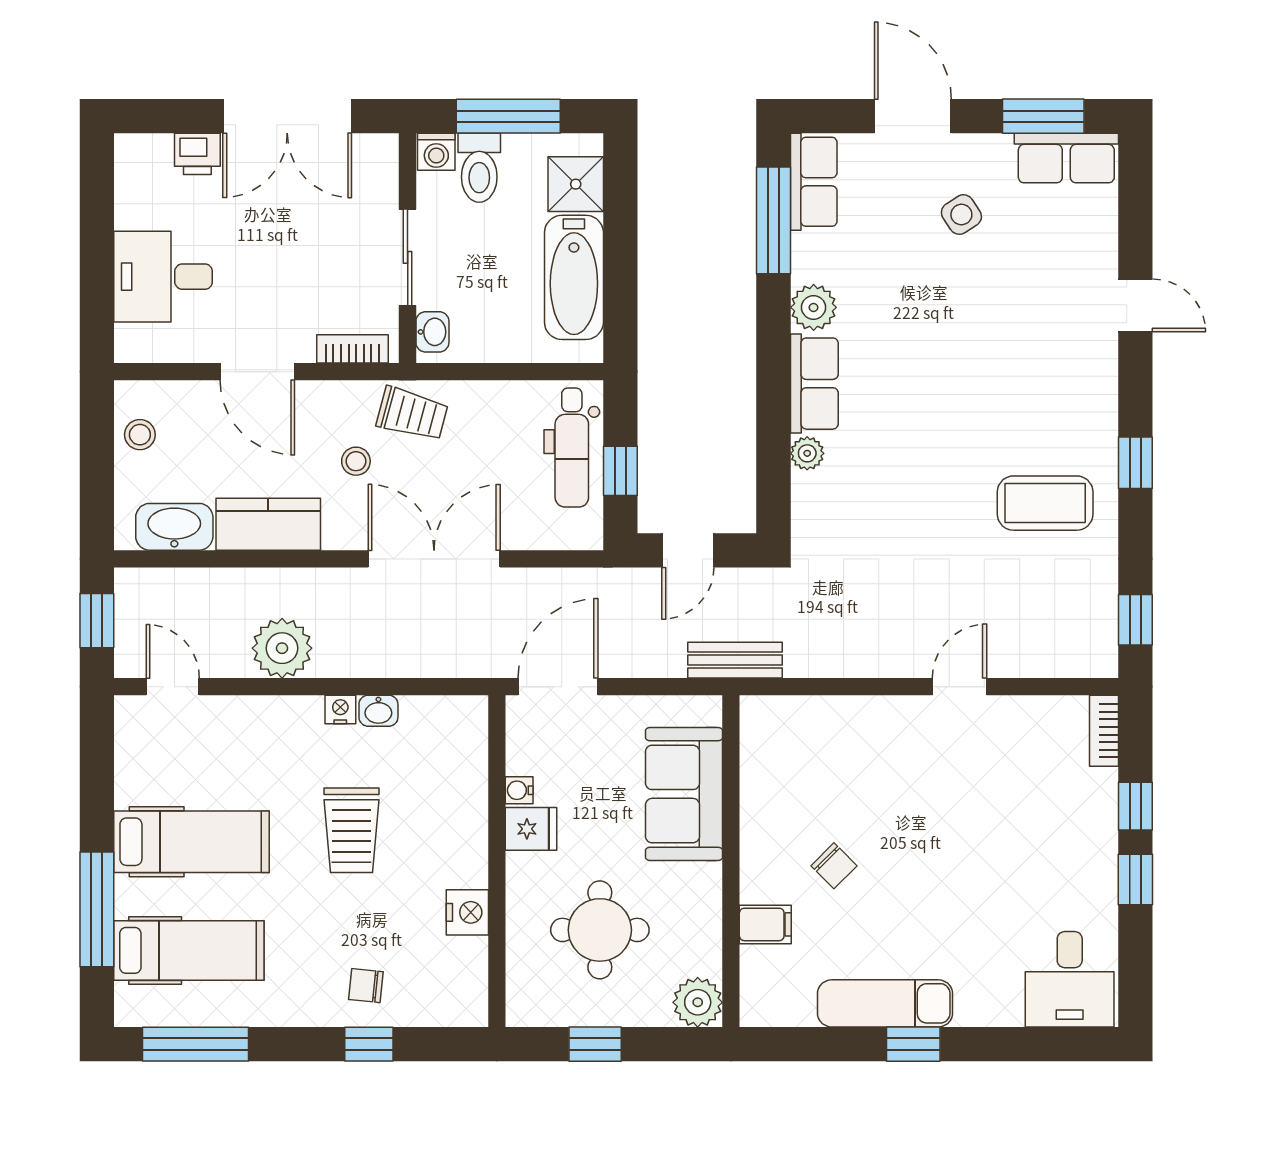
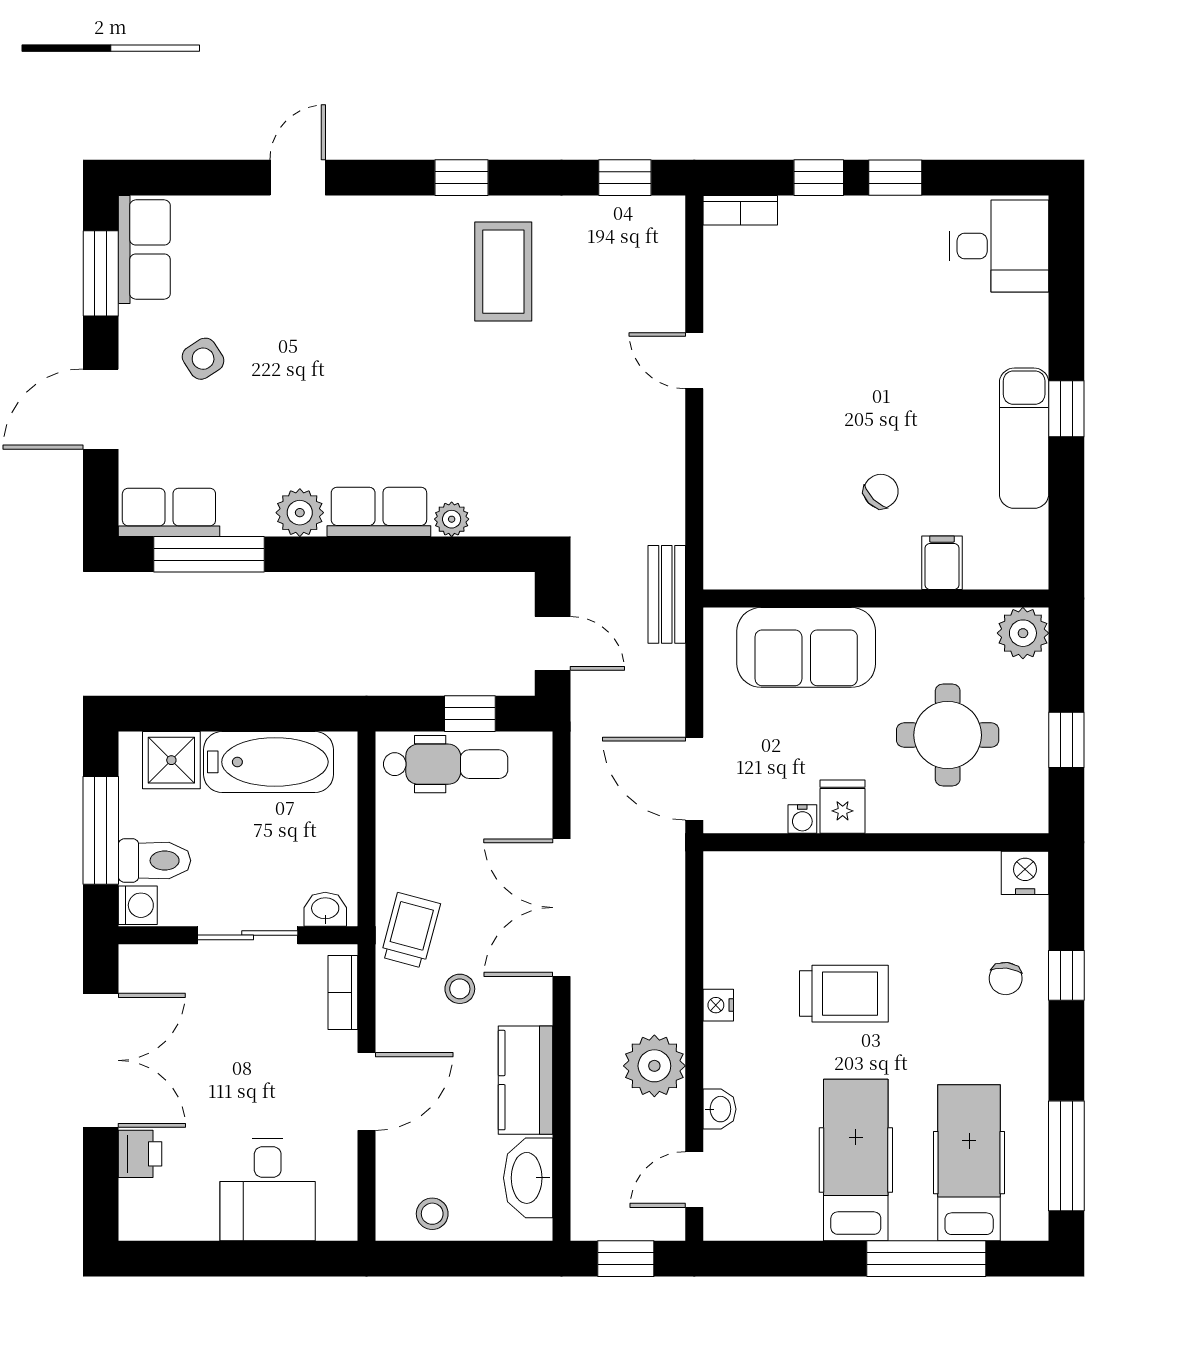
washbasin: (378, 711) -> (720, 1109), moved
nightstand: (467, 912) -> (1025, 873), moved

